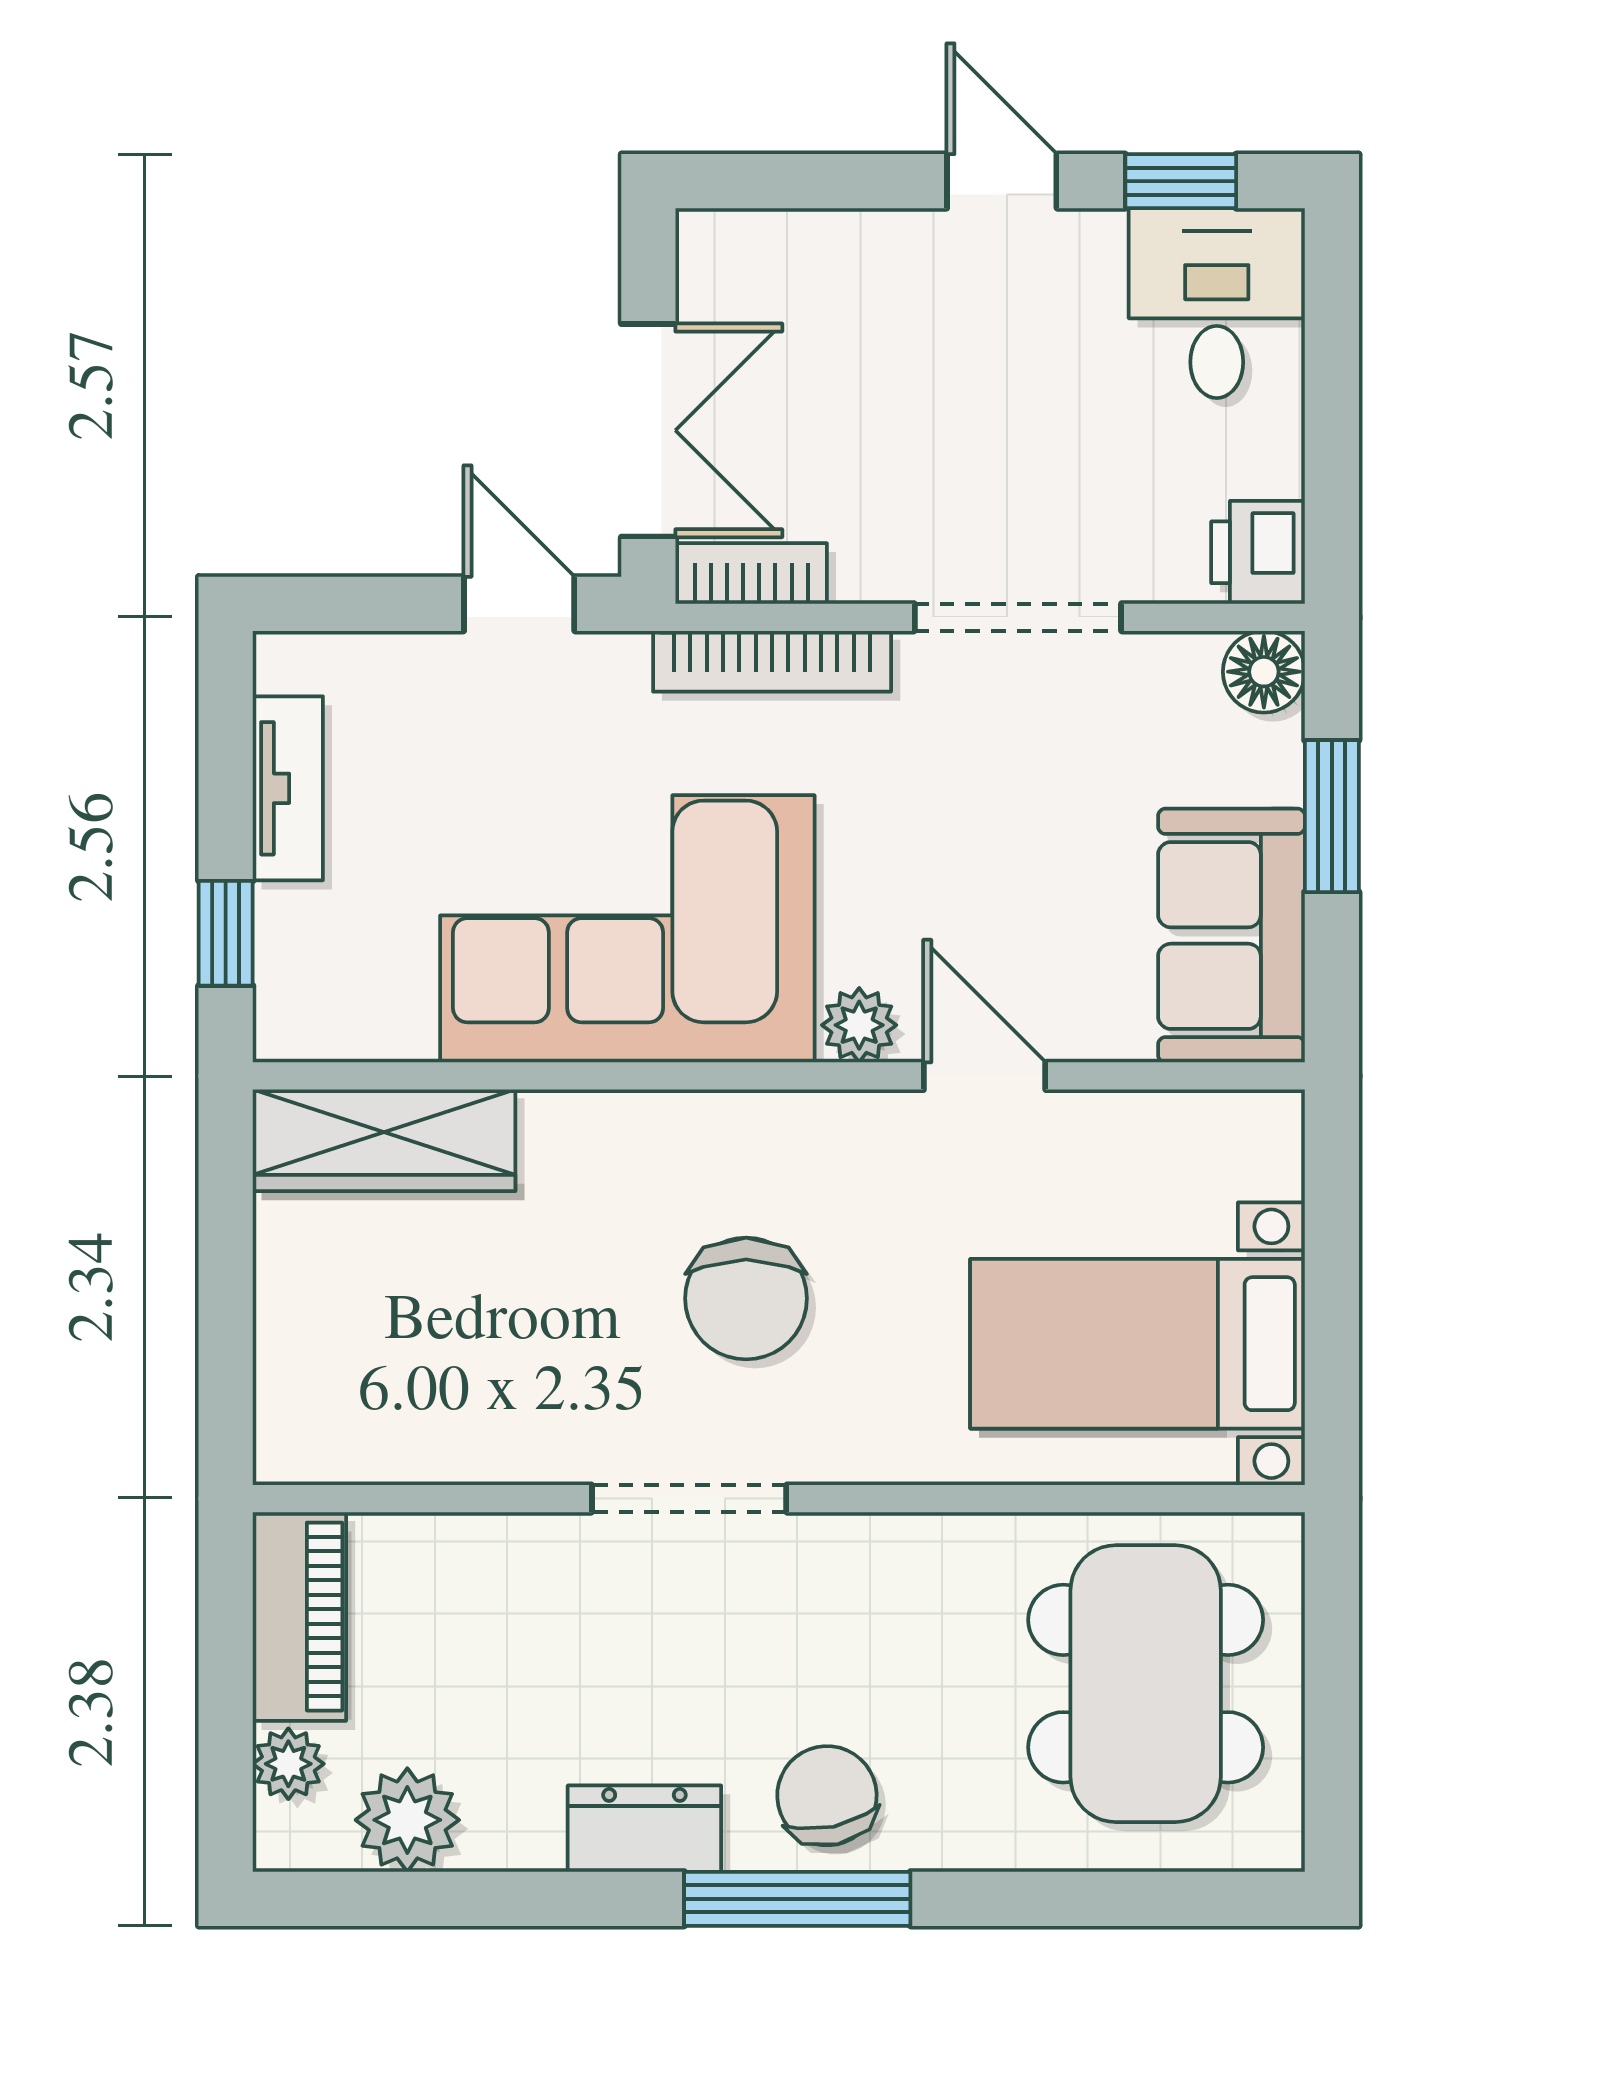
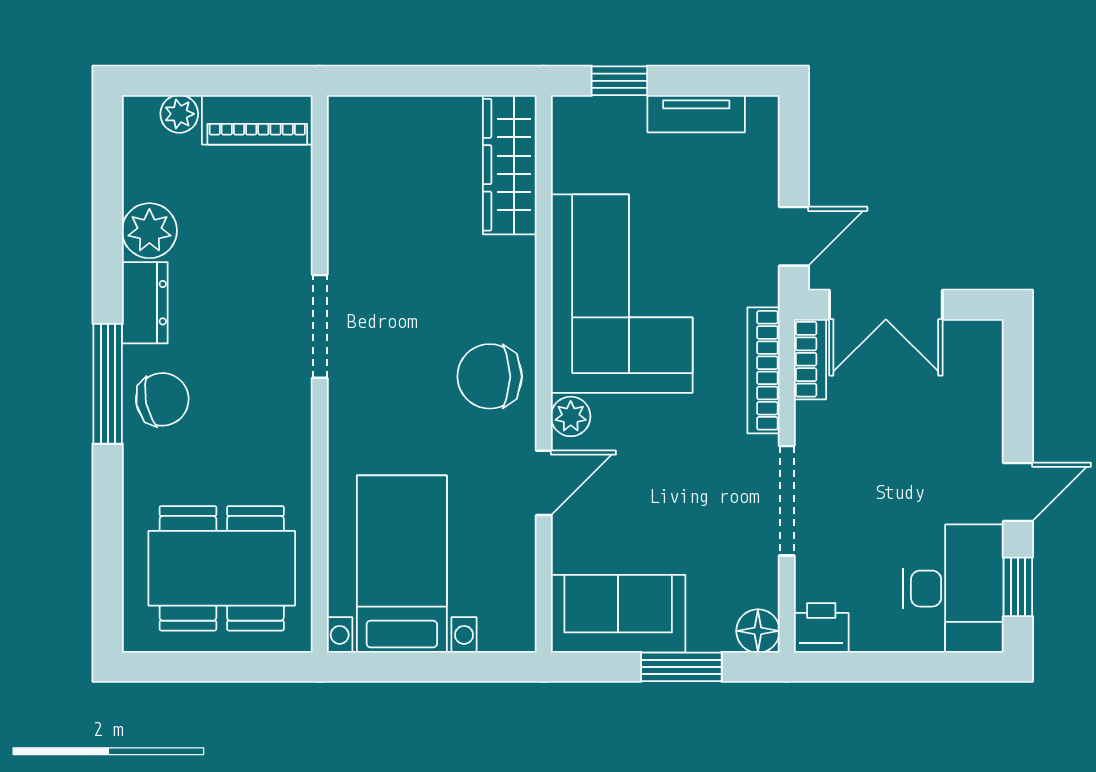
desk: (1217, 303) -> (953, 589), width x1.37
chair: (746, 1298) -> (490, 376), moved
plant: (407, 1820) -> (149, 231), moved

